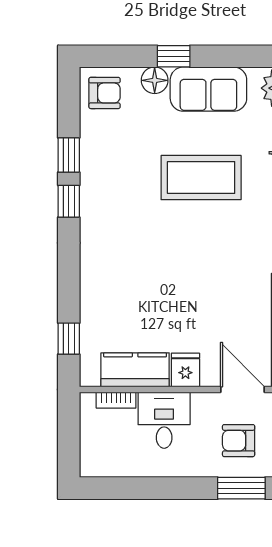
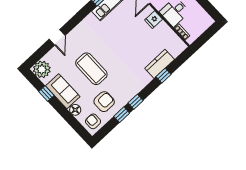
window: (174, 56) -> (46, 93), moved
armchair: (121, 145) -> (104, 102), added
window: (69, 339) -> (164, 76), moved
kitchen counter: (135, 370) -> (160, 64), moved, turned 90

